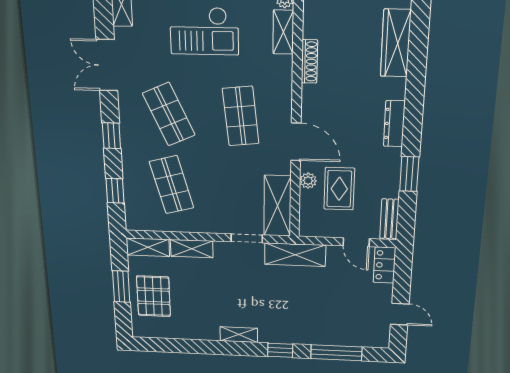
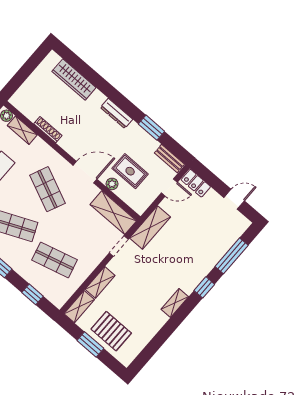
shop shelf: (241, 116) -> (47, 189), turned 30

